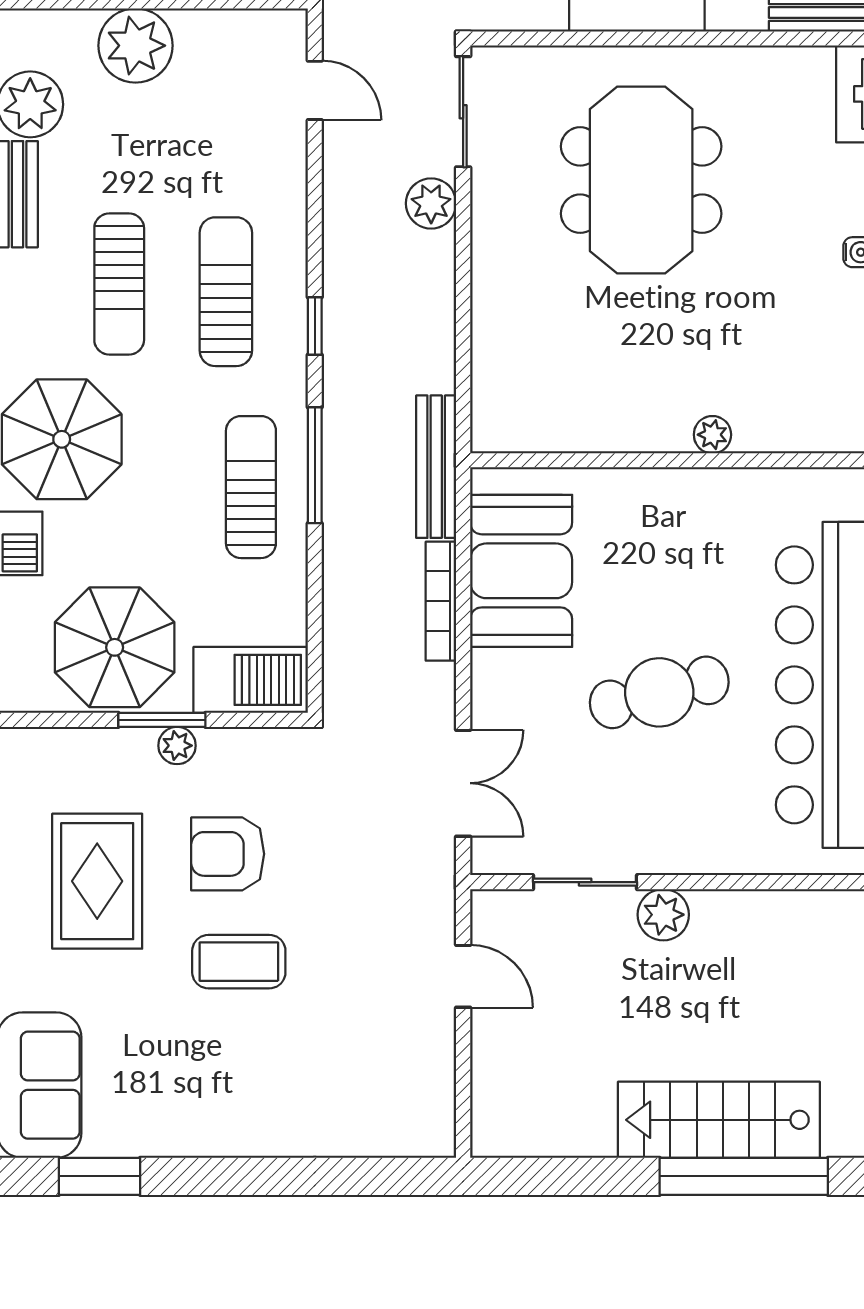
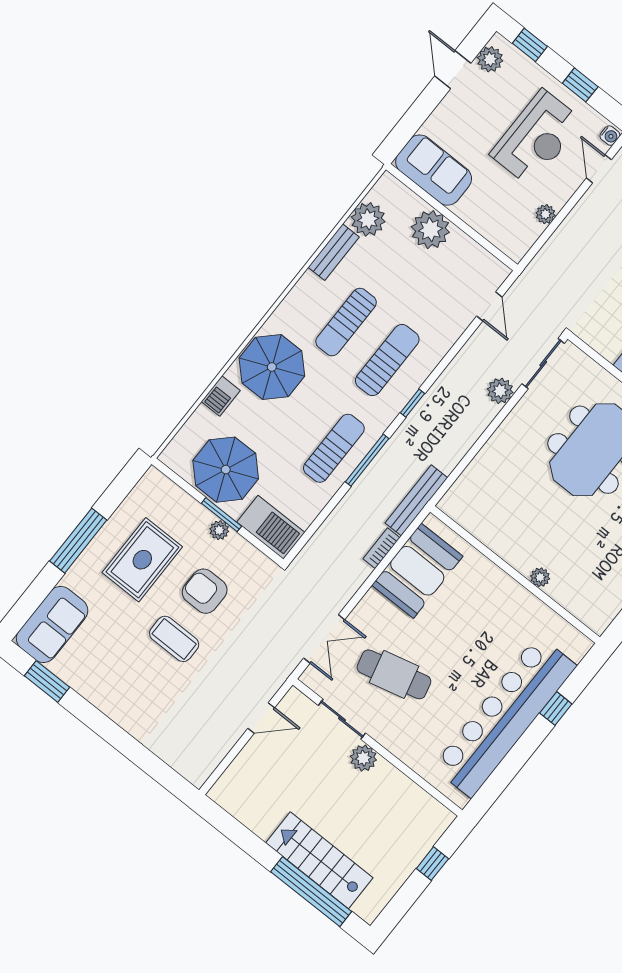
bookcase: (441, 601) -> (381, 548), width x0.64
cafe table: (659, 692) -> (394, 674), moved
door: (463, 976) -> (261, 718), hinge flipped

